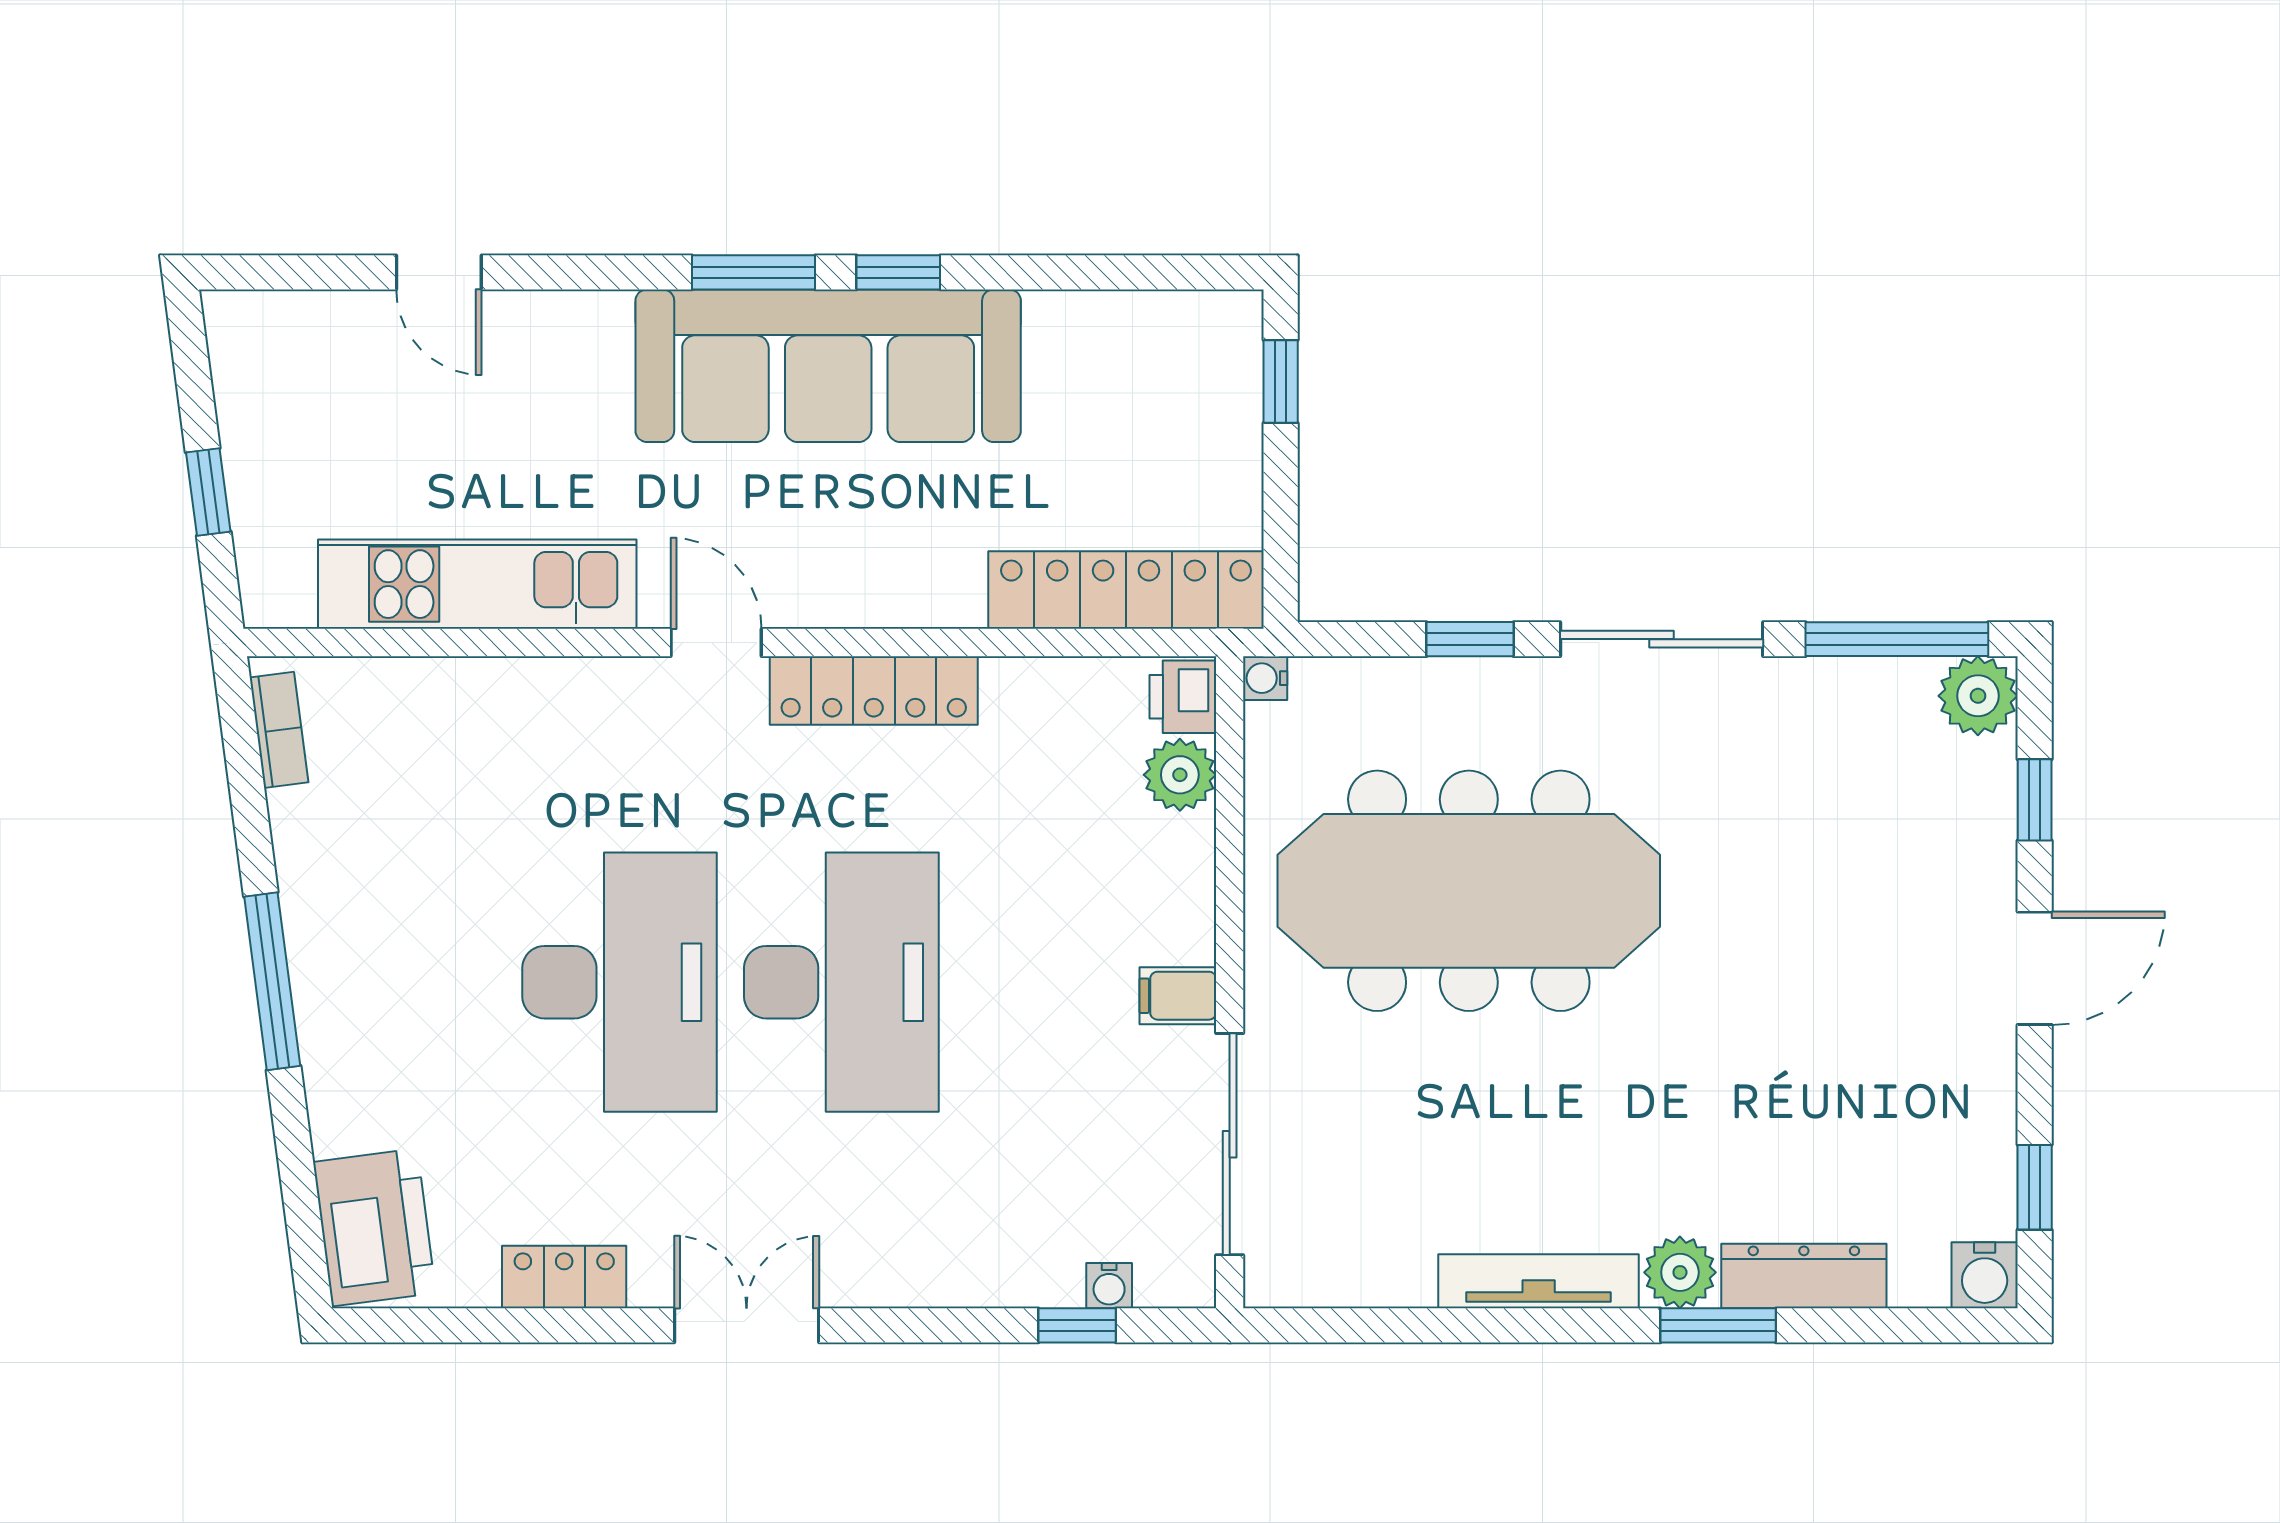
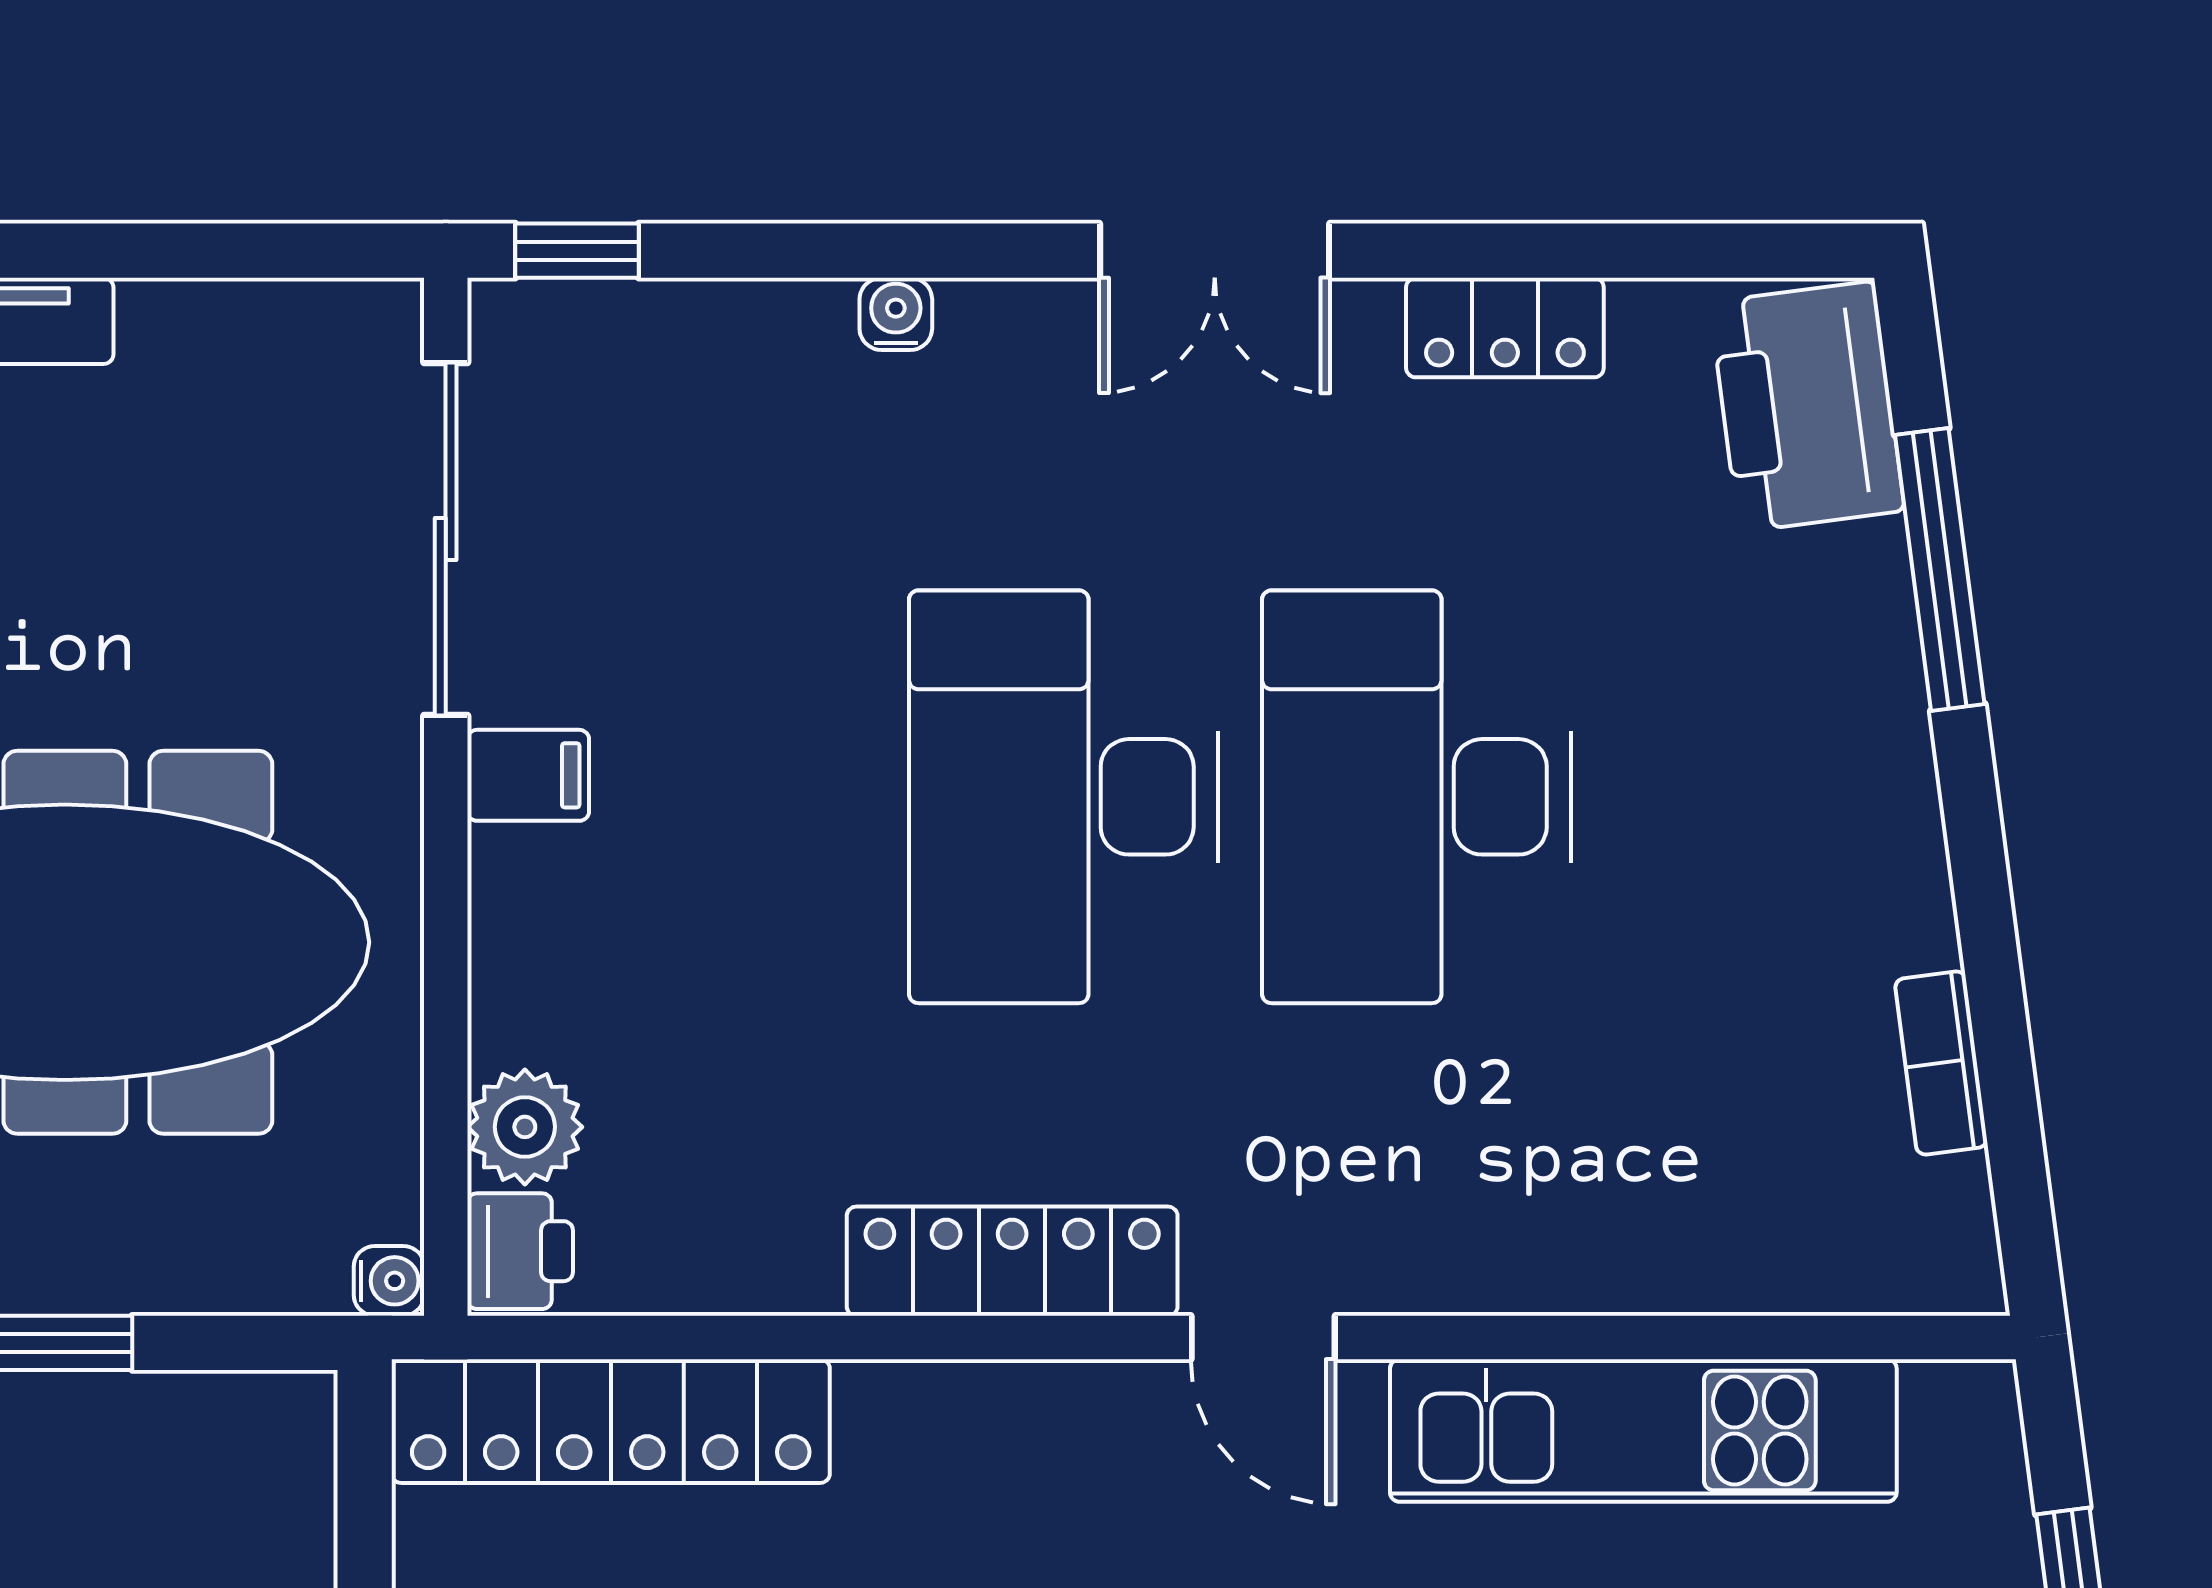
bookcase: (279, 730) -> (1941, 1063), moved
window: (272, 981) -> (1940, 569), moved
water cooler: (1109, 1286) -> (896, 314), moved
window: (1077, 1325) -> (577, 251), moved

